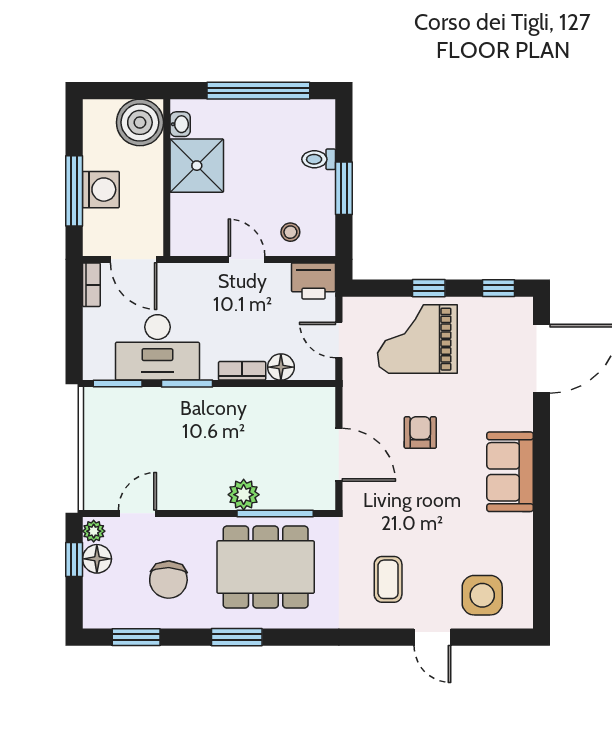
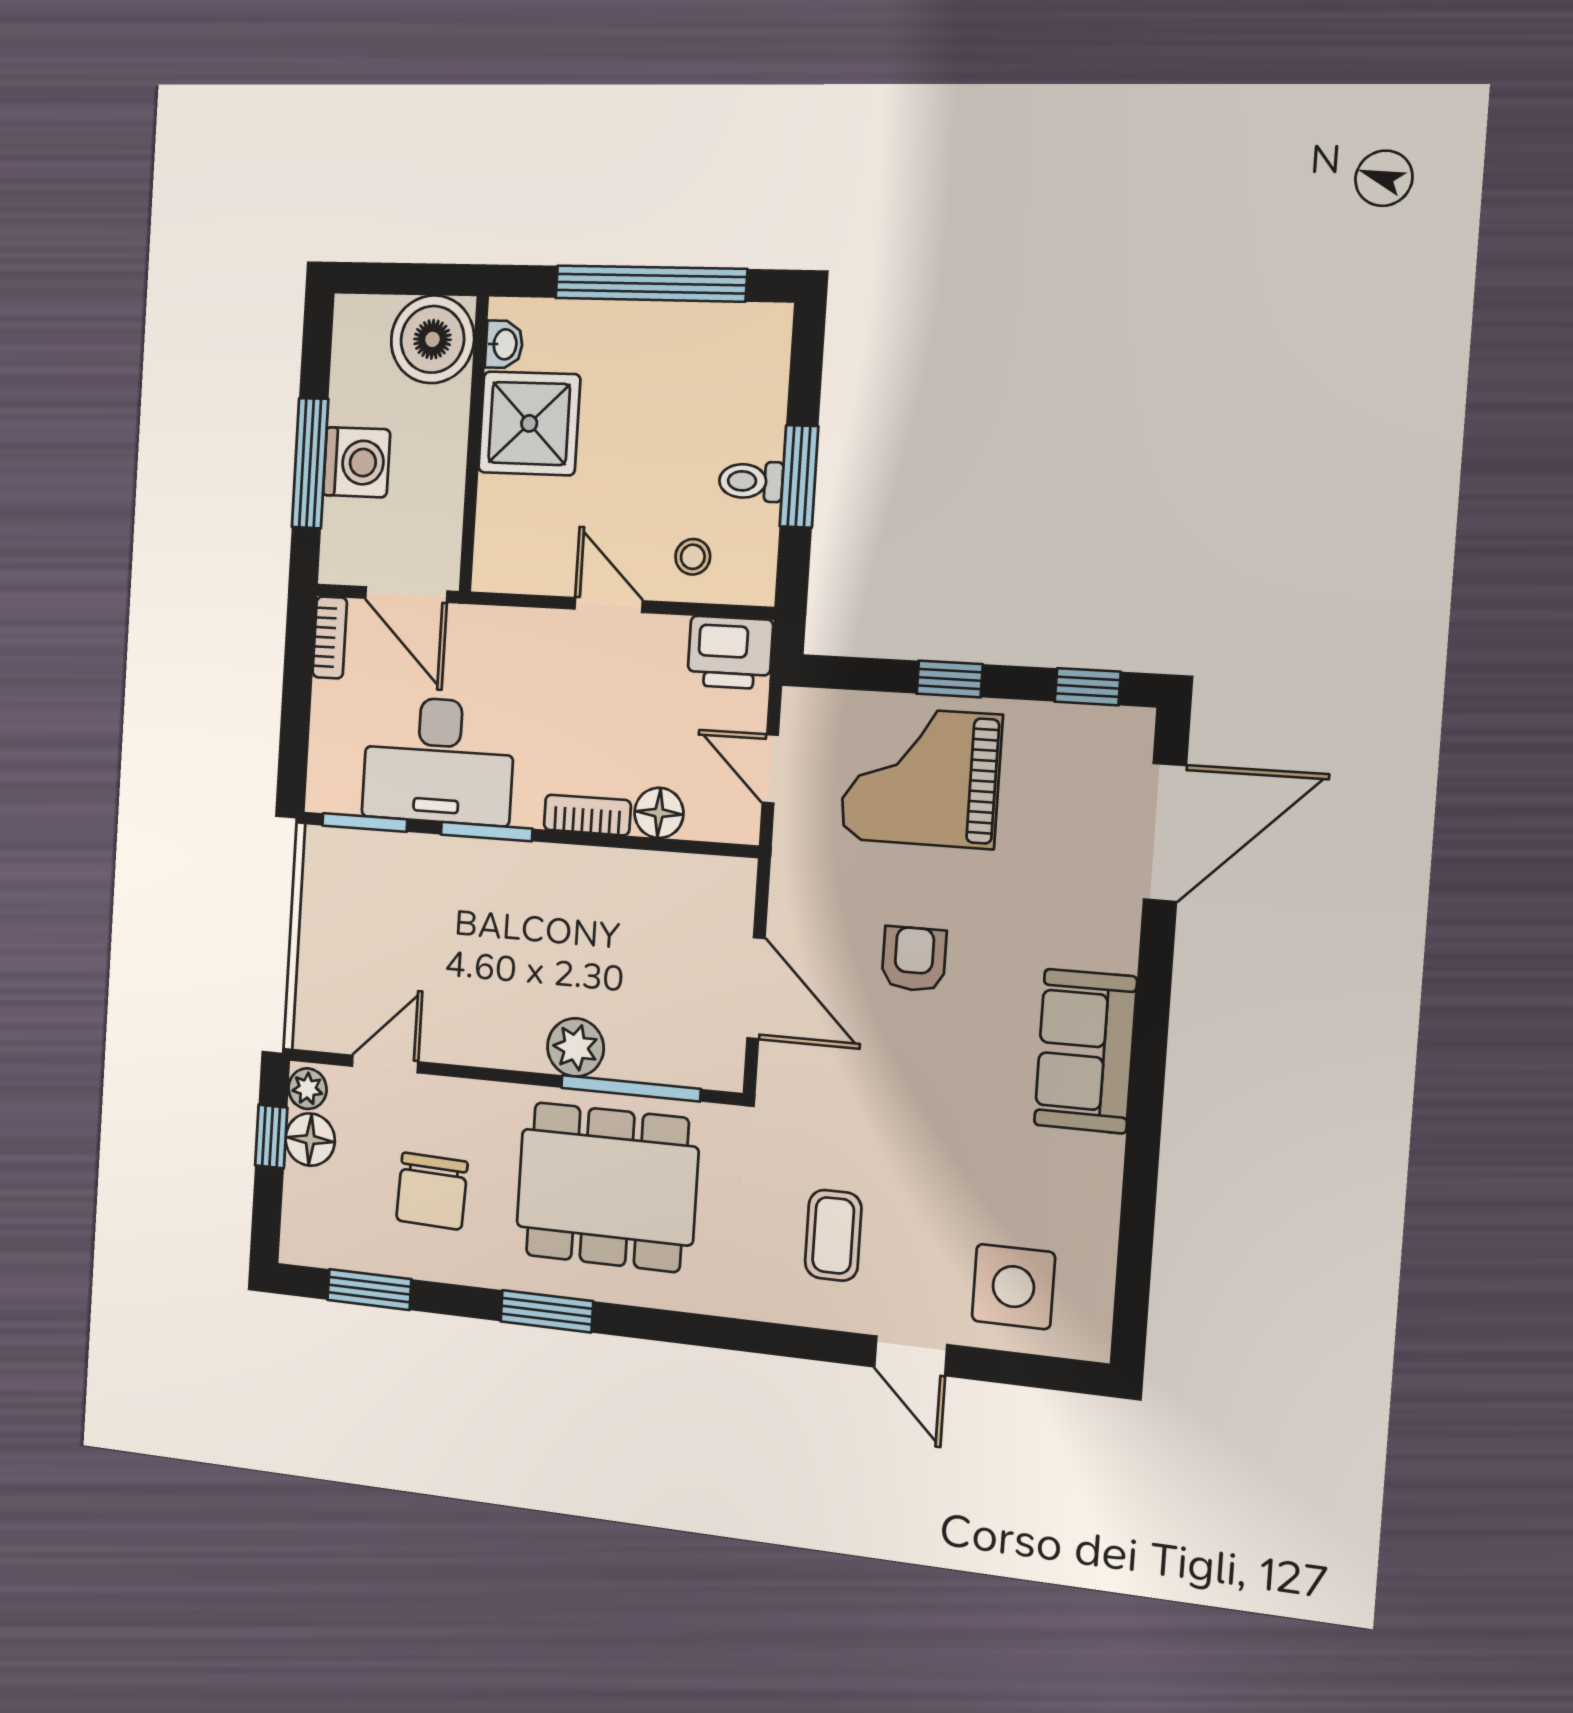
toilet: (319, 159) -> (751, 481), moved

